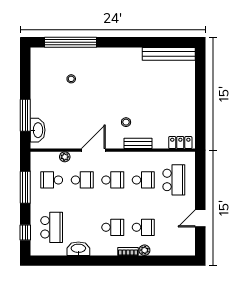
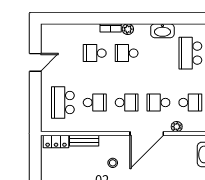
bench: (138, 143) -> (84, 141), moved
door: (93, 150) -> (147, 134), width x1.36
school desk: (113, 180) -> (127, 103), turned 180
school desk: (143, 180) -> (95, 103), turned 180
plant: (144, 250) -> (128, 29), moved

